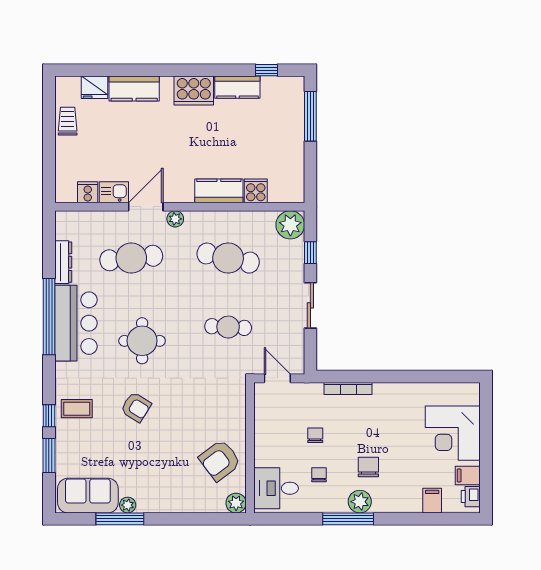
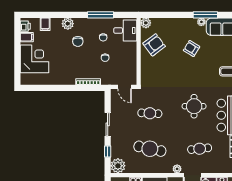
cafe table: (131, 258) -> (200, 149), width x0.73, depth x0.74
armchair: (136, 407) -> (192, 48), moved
plant: (360, 502) -> (68, 24), moved
window: (348, 519) -> (101, 15), moved

